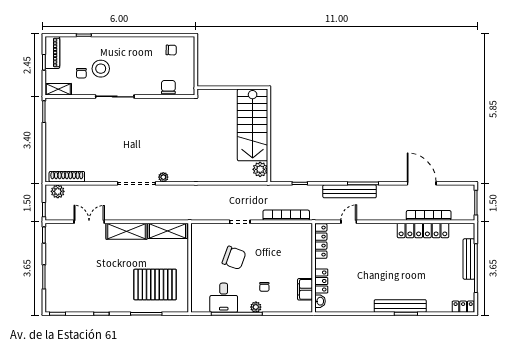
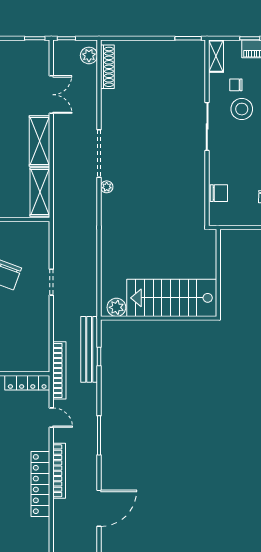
bench: (350, 191) -> (89, 349), moved
bookcase: (286, 215) -> (59, 370), moved
bookcase: (429, 215) -> (59, 471), moved
locker: (423, 230) -> (40, 484), moved

